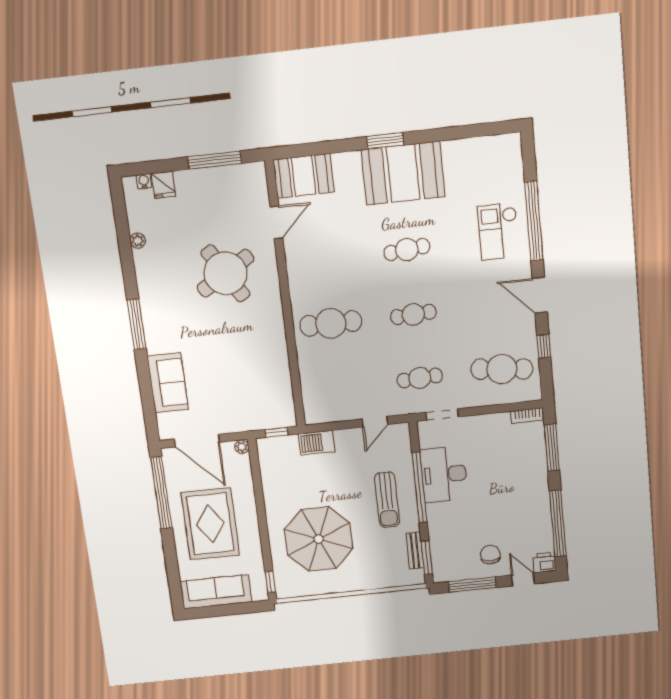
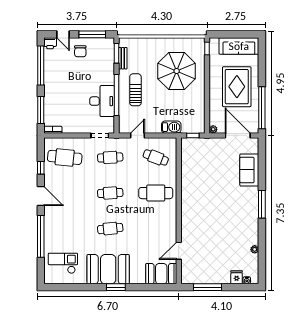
checkout: (499, 231) -> (63, 263), moved, turned -90
round table: (225, 273) -> (210, 227), removed
cafe table: (338, 387) -> (156, 157), added

